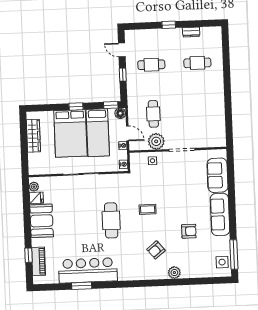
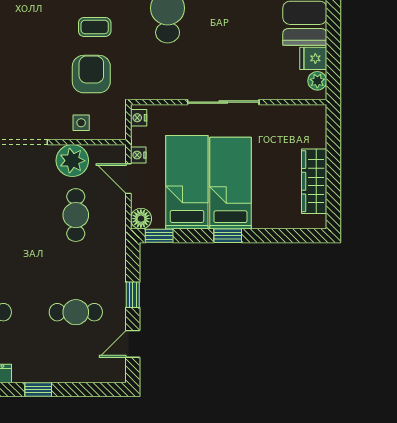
door: (122, 50) -> (133, 344), swing flipped
bed: (70, 133) -> (230, 183), width x0.67
armchair: (148, 186) -> (91, 74), added

